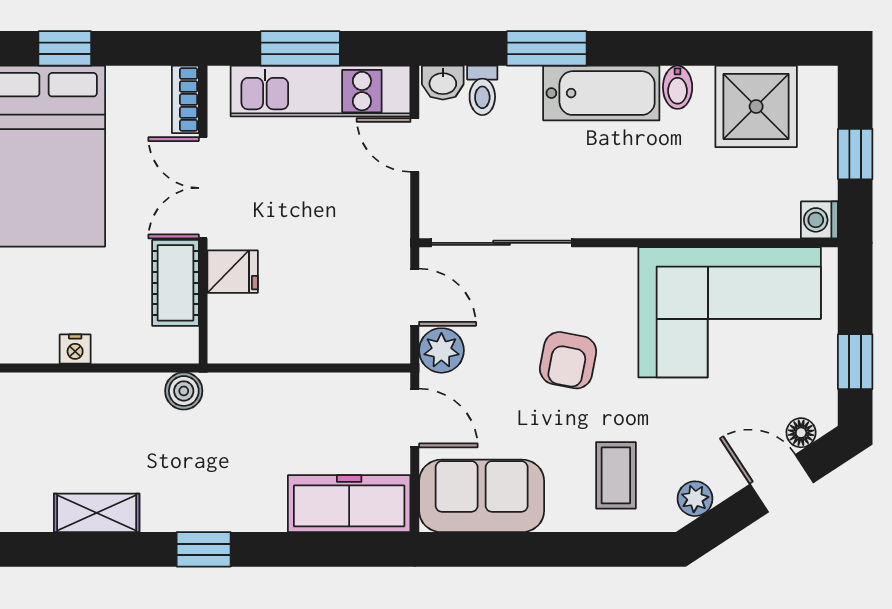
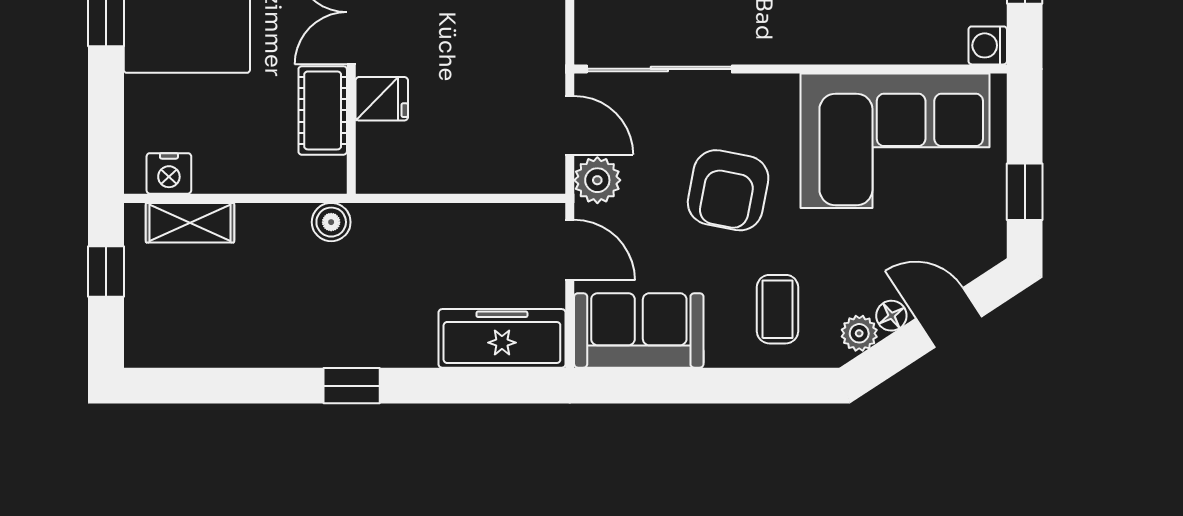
nightstand: (75, 349) -> (169, 173), moved, width x1.39, depth x1.35
armchair: (568, 360) -> (728, 190), width x1.38, depth x1.38
floor lamp: (801, 433) -> (891, 316), moved
shelving: (97, 513) -> (190, 223), moved

